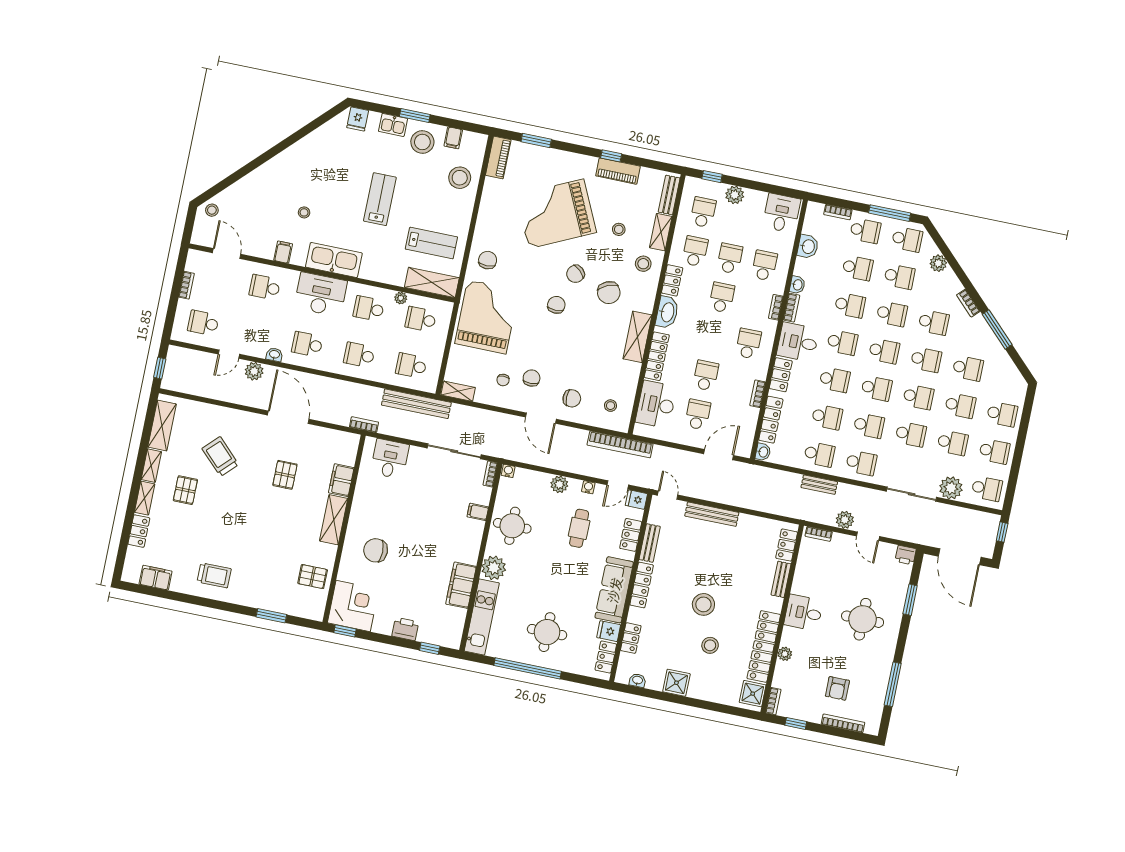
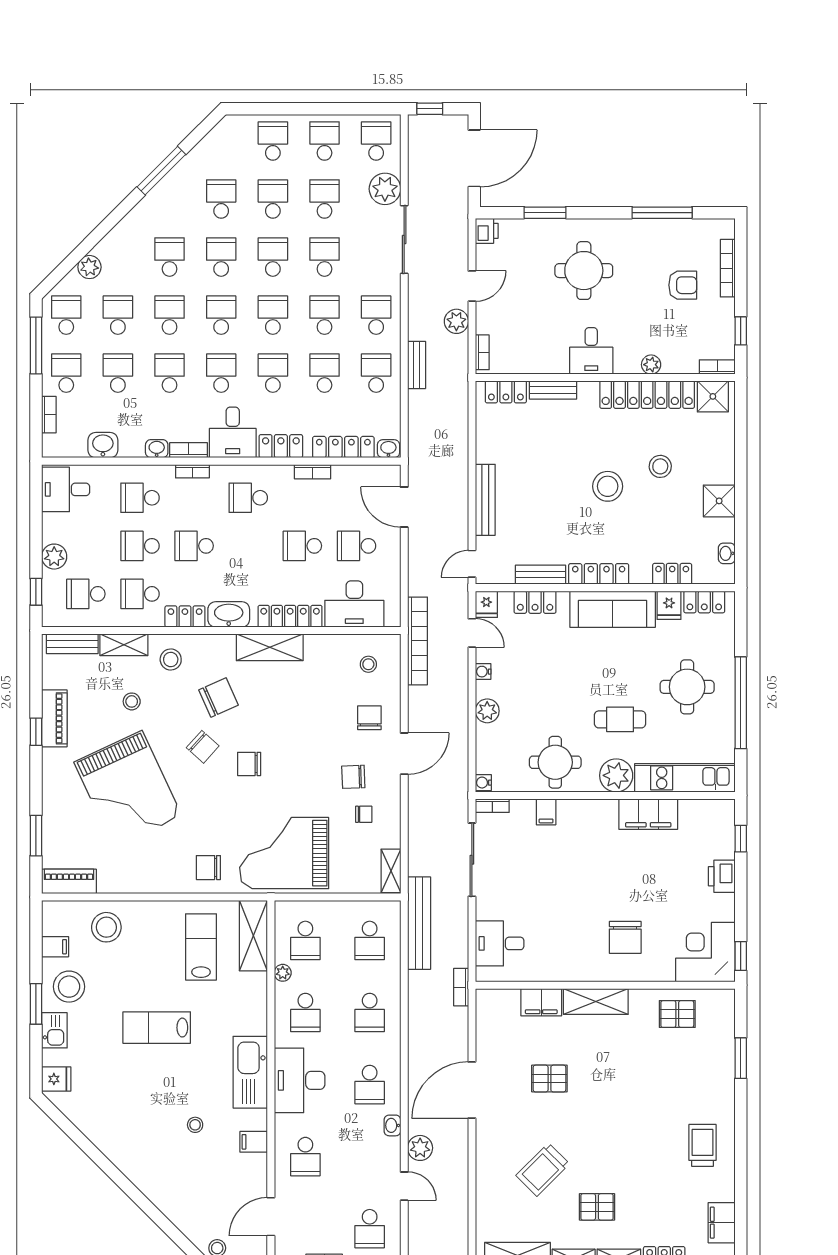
bookcase: (968, 303) -> (134, 216), removed
cafe table: (579, 528) -> (620, 719), moved
pallet: (313, 577) -> (677, 1014), turned 90

